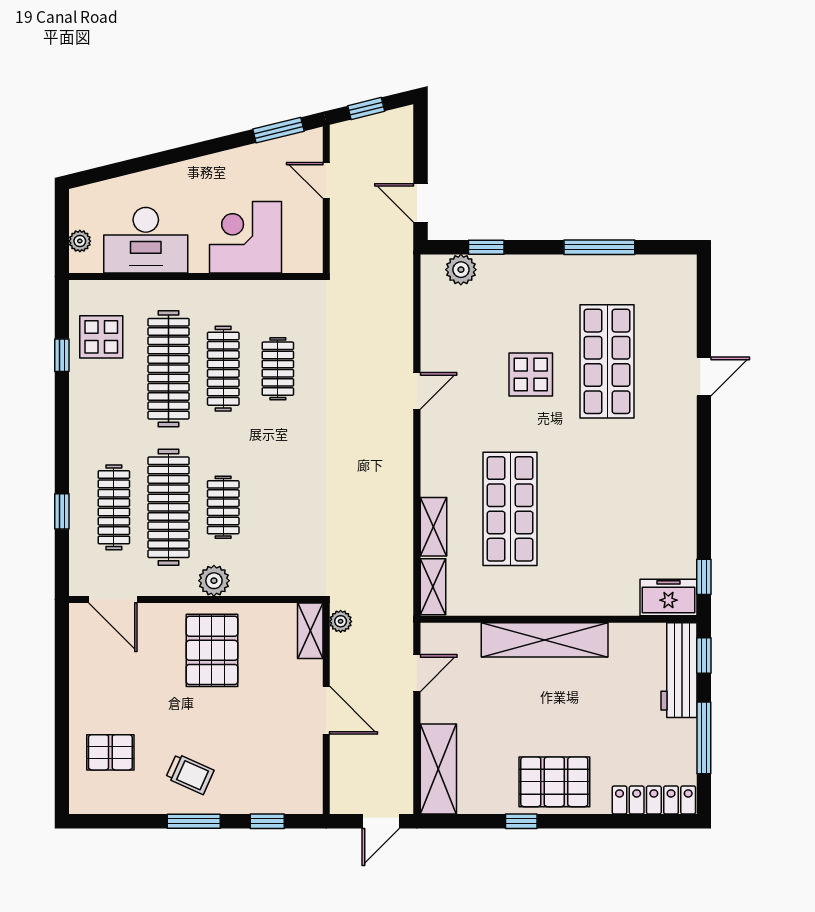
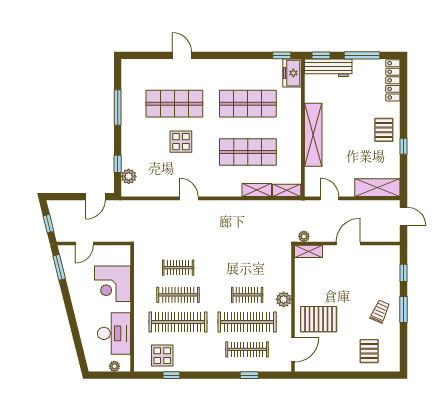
shop shelf: (607, 509) -> (248, 104), added
pallet: (212, 650) -> (319, 319), moved
pallet: (554, 782) -> (384, 130), width x0.67, depth x0.71

